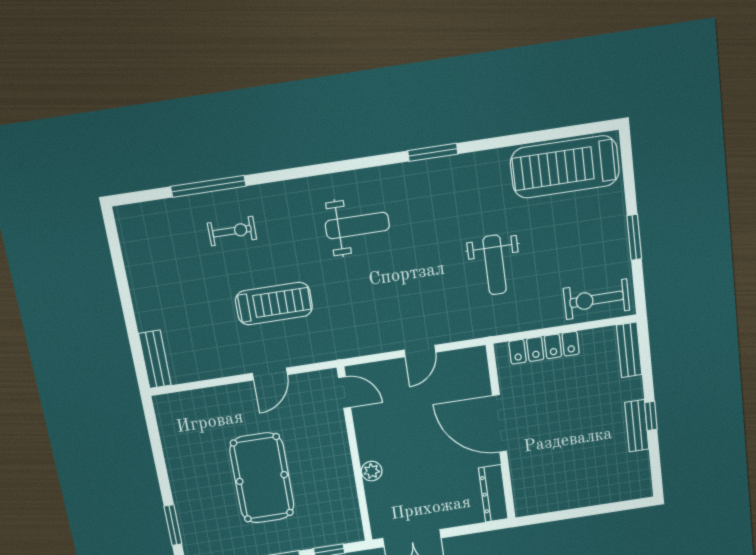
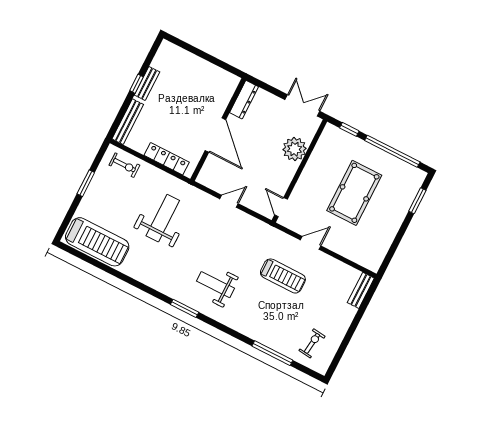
window: (433, 152) -> (185, 308), moved
exercise bike: (232, 231) -> (312, 343), moved, turned 97
weight bench: (495, 265) -> (163, 218), width x1.36, depth x1.33
exercise bike: (597, 299) -> (124, 165), width x0.73, depth x0.72
treadmill: (274, 304) -> (283, 276), turned 180
bench: (629, 350) -> (128, 122), width x1.36
plant: (372, 471) -> (295, 149), width x1.88, depth x1.88

